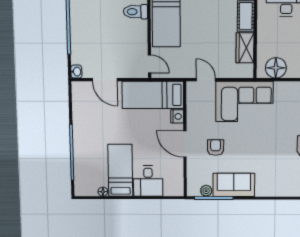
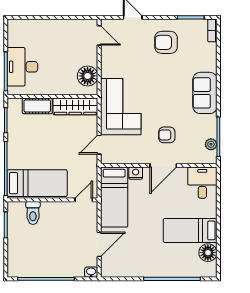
wardrobe: (245, 48) -> (75, 106), width x1.50
desk: (148, 181) -> (202, 183), moved, turned -90
sofa: (234, 185) -> (205, 93), moved
floor lamp: (103, 192) -> (208, 253), width x1.89, depth x1.89

